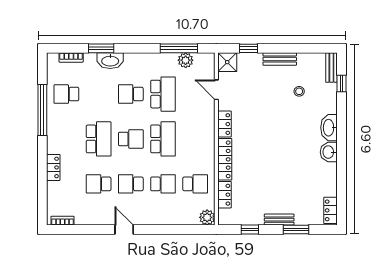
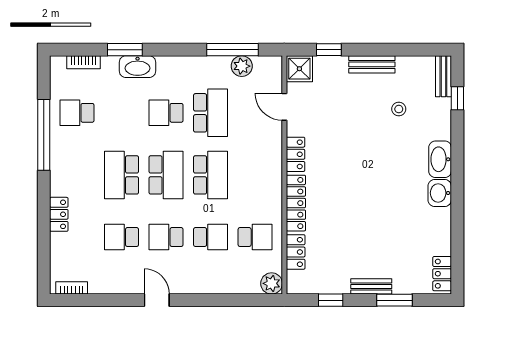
school desk: (99, 139) -> (121, 175), turned 180
school desk: (131, 139) -> (166, 175), width x1.85

